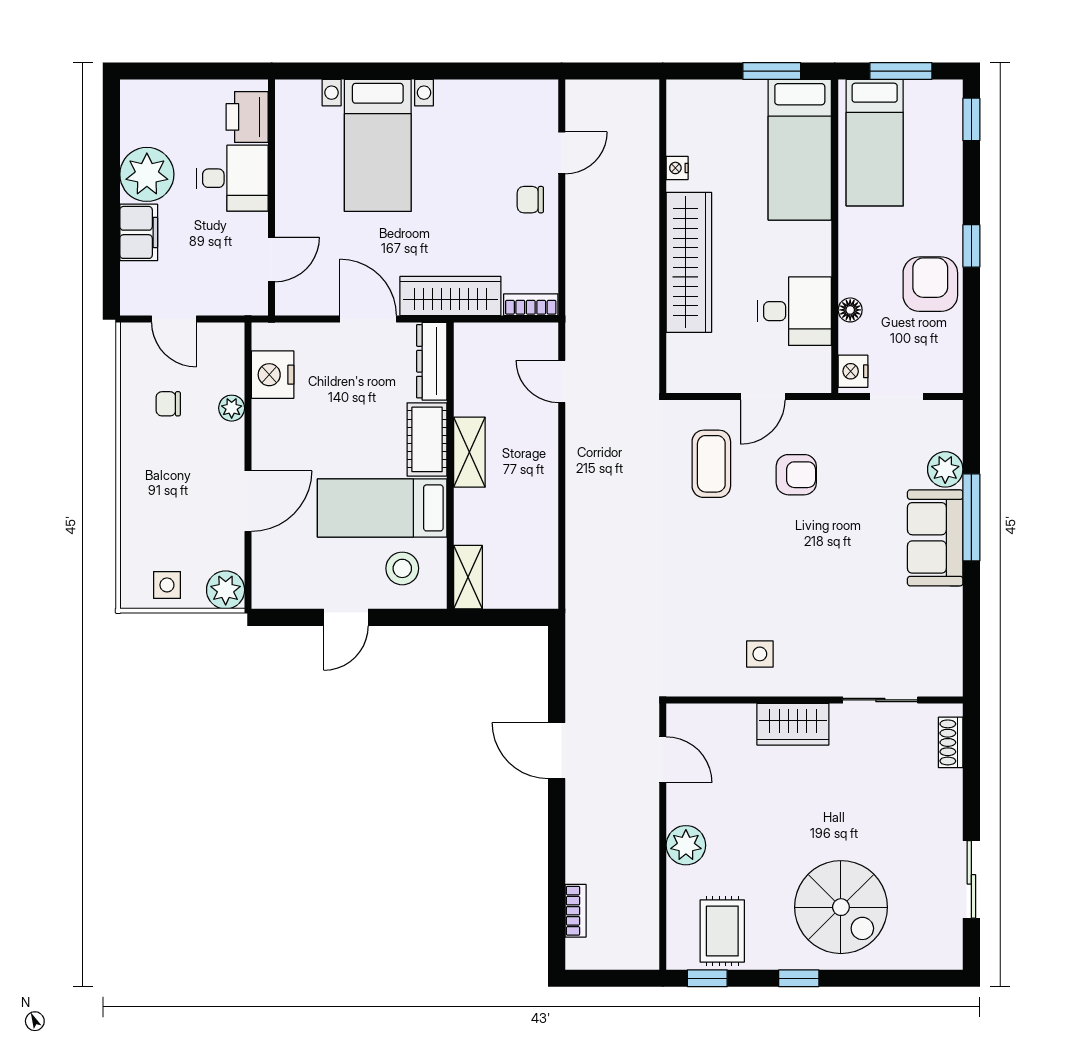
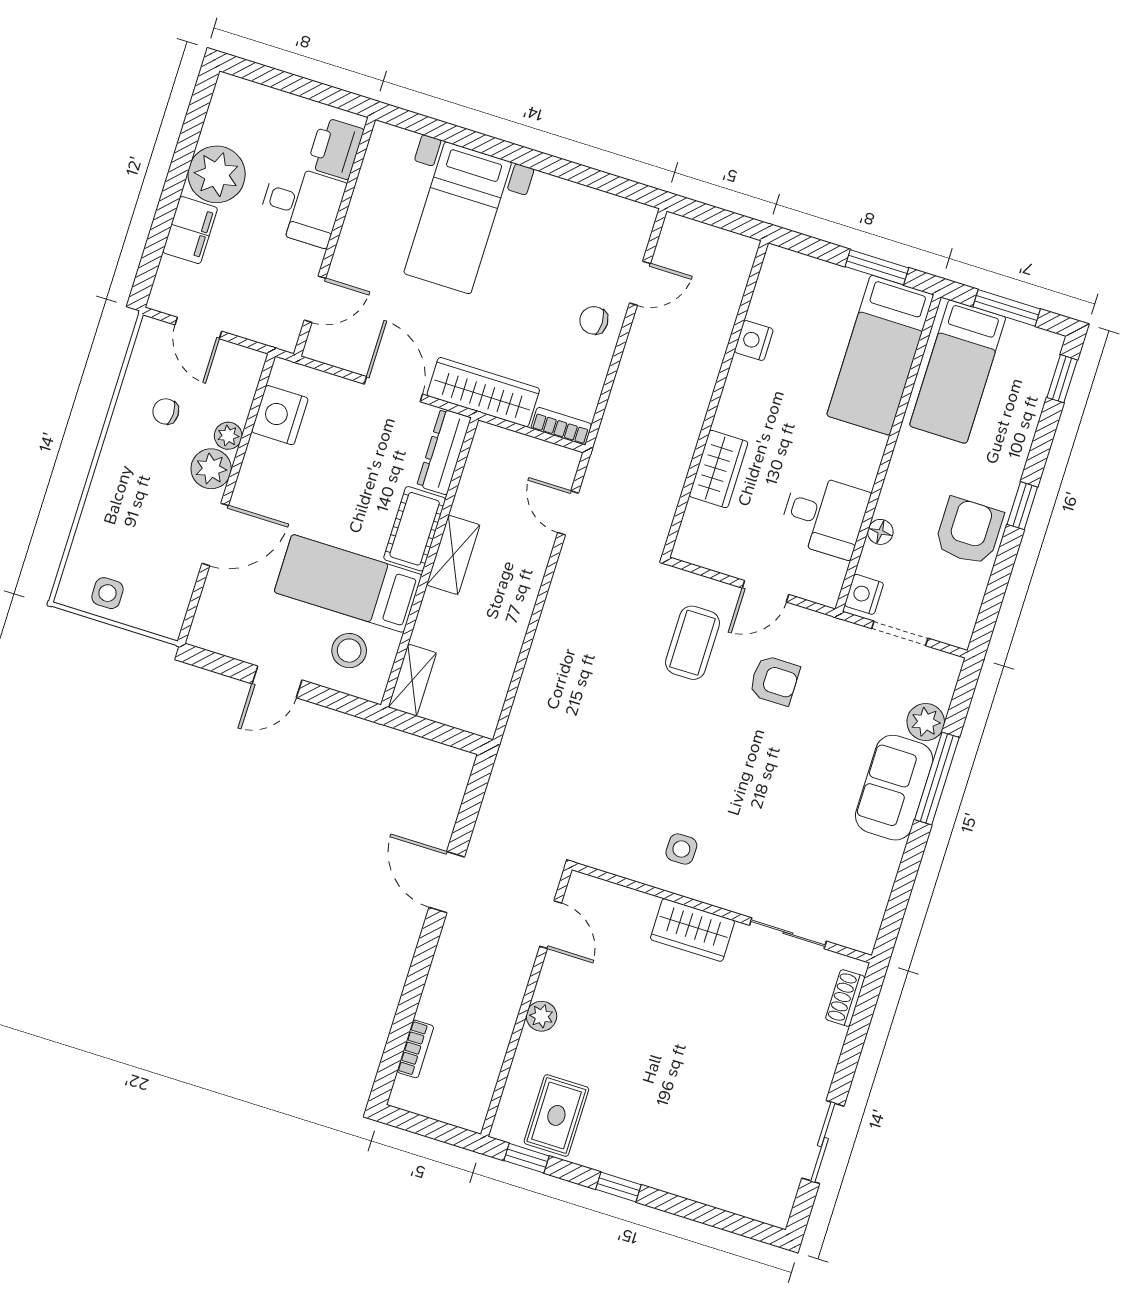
nightstand: (677, 168) -> (754, 340), width x1.39, depth x1.35
wardrobe: (689, 262) -> (718, 469), width x0.48, depth x0.85
plant: (226, 590) -> (211, 469), moved
plant: (686, 845) -> (541, 1016), width x0.73, depth x0.73
spiral stairs: (841, 907) -> (683, 1129), removed

